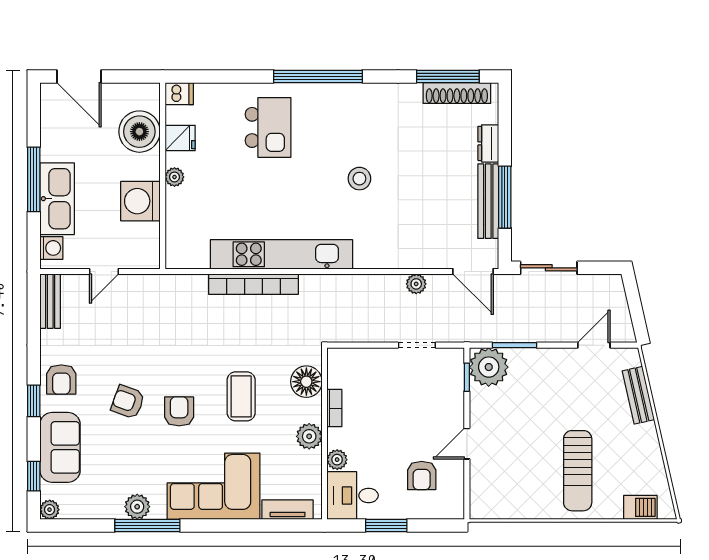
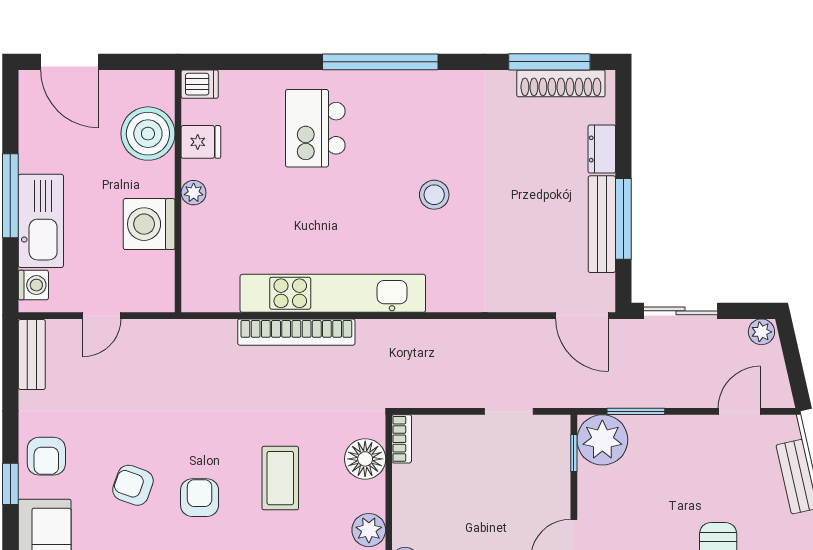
kitchen island: (268, 127) -> (315, 128), turned 180
plant: (416, 284) -> (761, 332), moved
bookcase: (334, 408) -> (402, 439), moved

